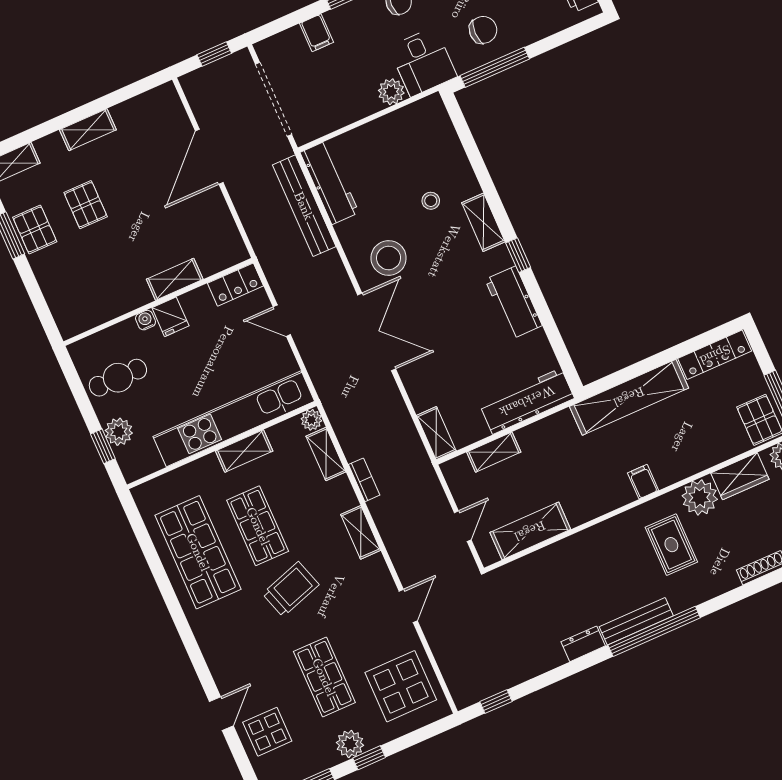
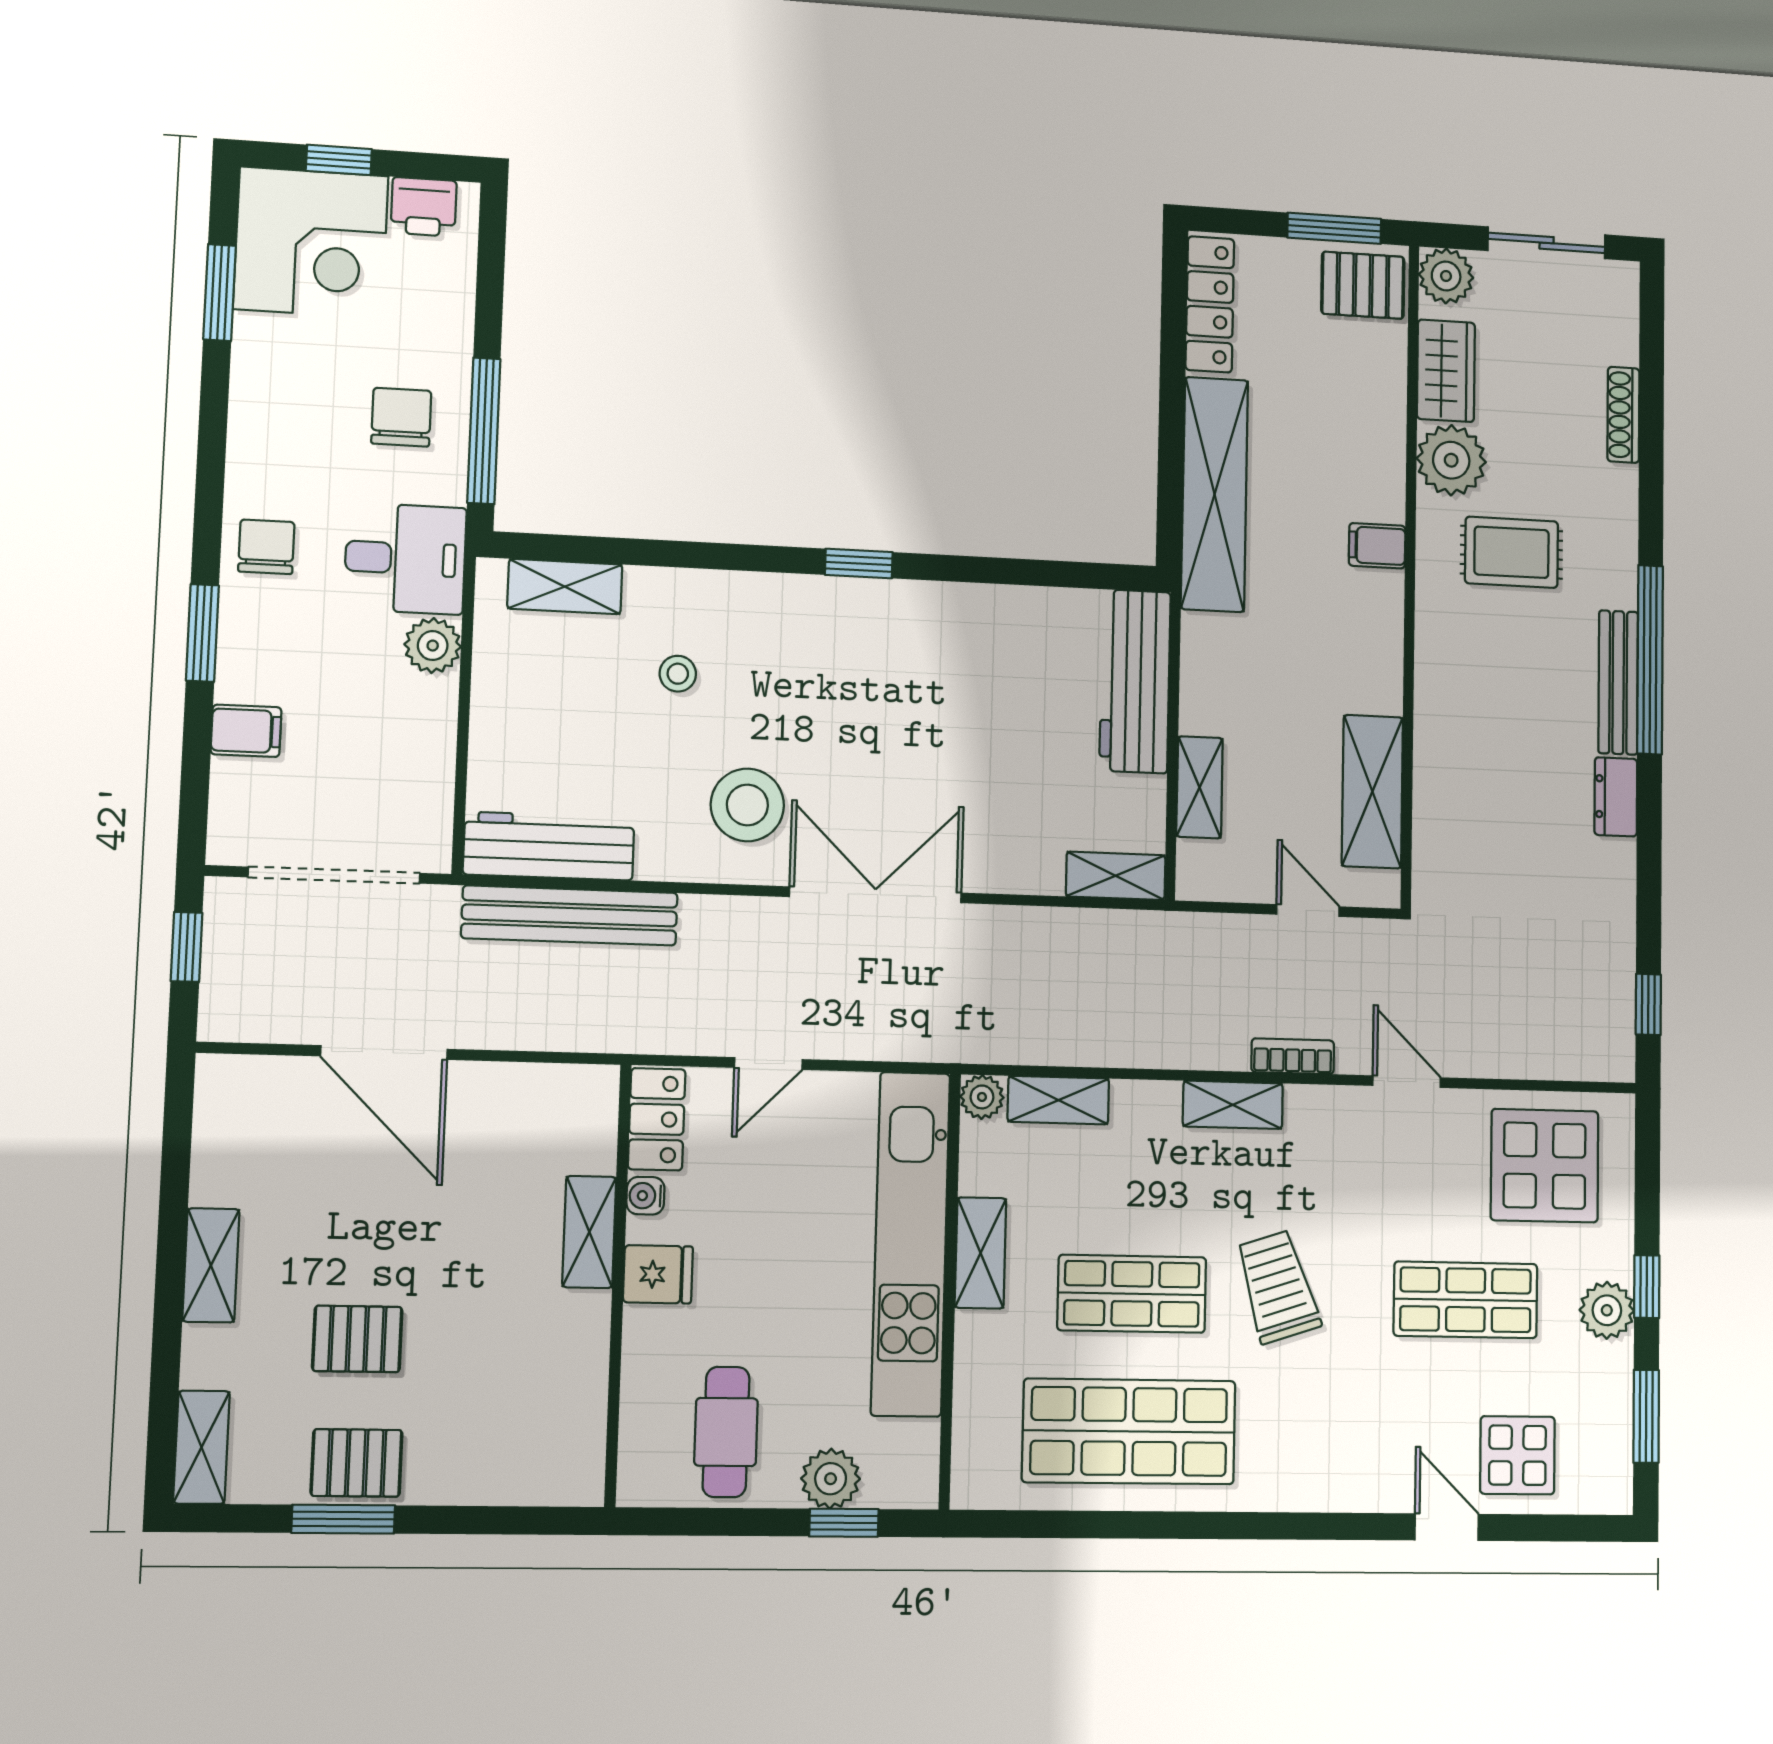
shelving: (483, 222) -> (565, 587), moved
workbench: (514, 303) -> (942, 615), removed
water cooler: (146, 320) -> (645, 1196), moved
bookcase: (364, 480) -> (1293, 1056), moved

